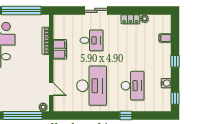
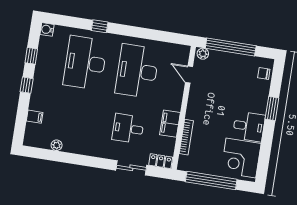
sliding door: (96, 10) -> (131, 168), moved
locker: (130, 19) -> (161, 161), moved
water cooler: (166, 83) -> (47, 29), moved
desk: (133, 86) -> (85, 63), width x1.36, depth x1.30
window: (175, 98) -> (31, 56), moved

